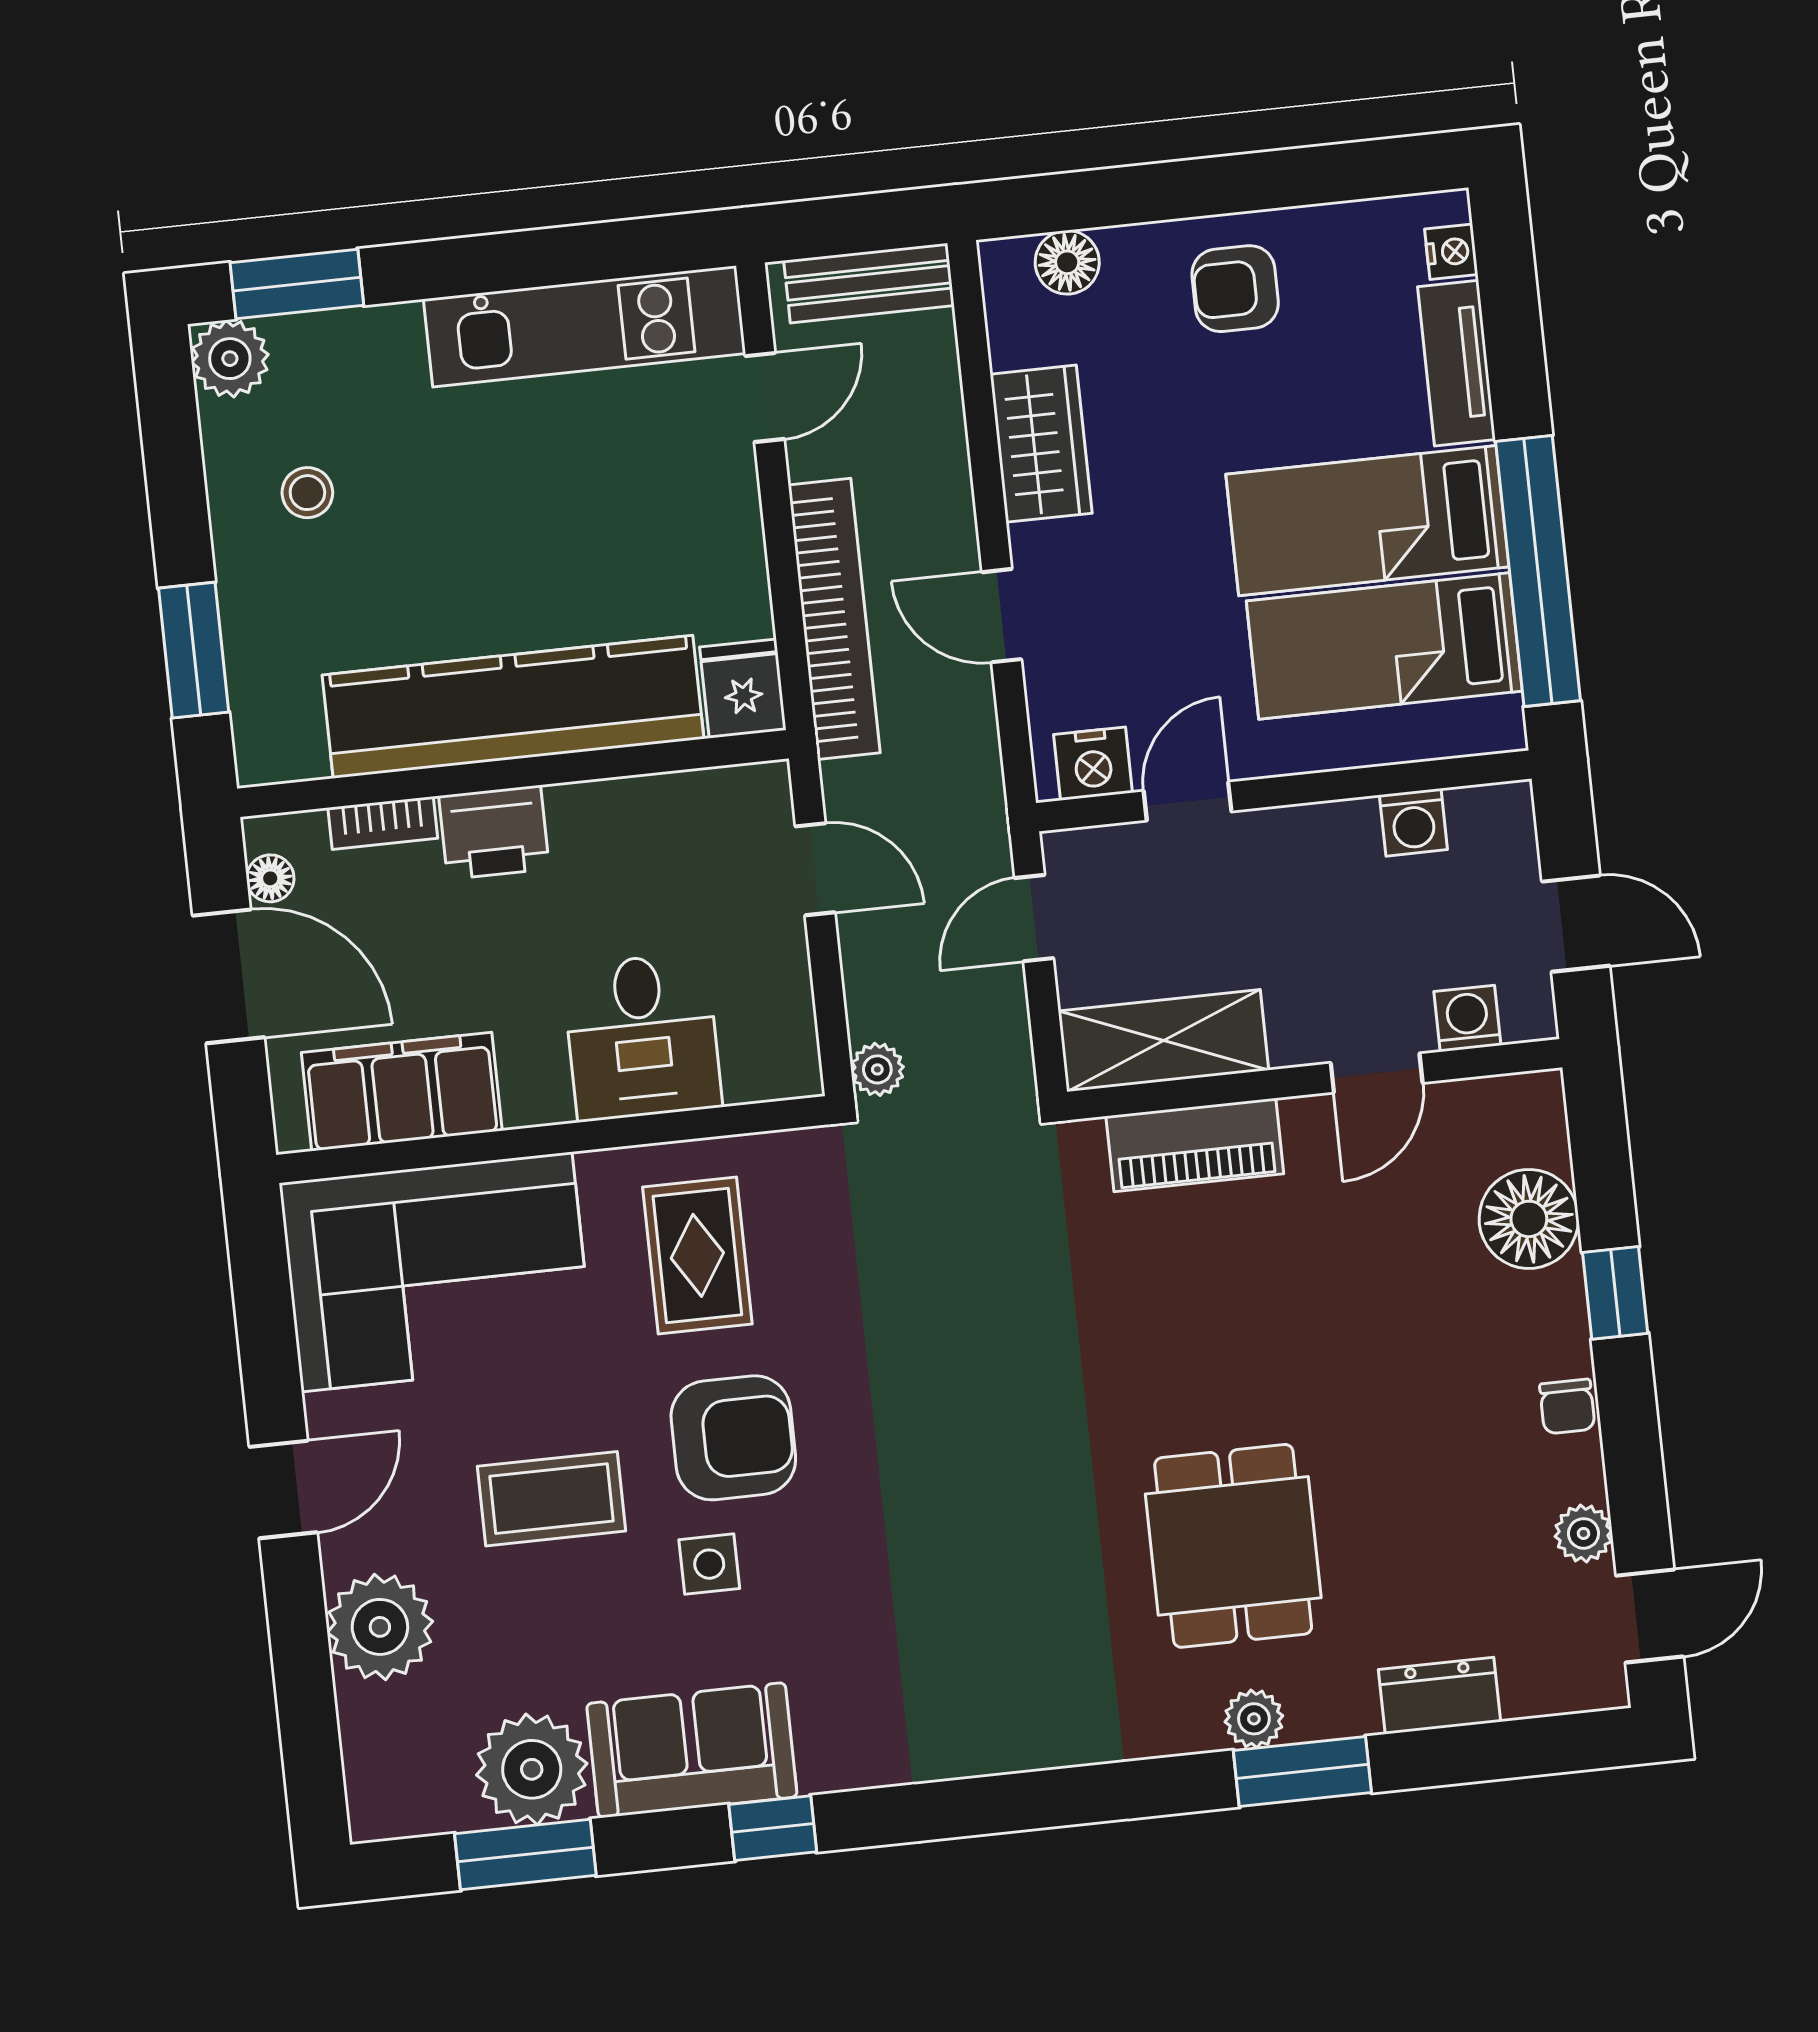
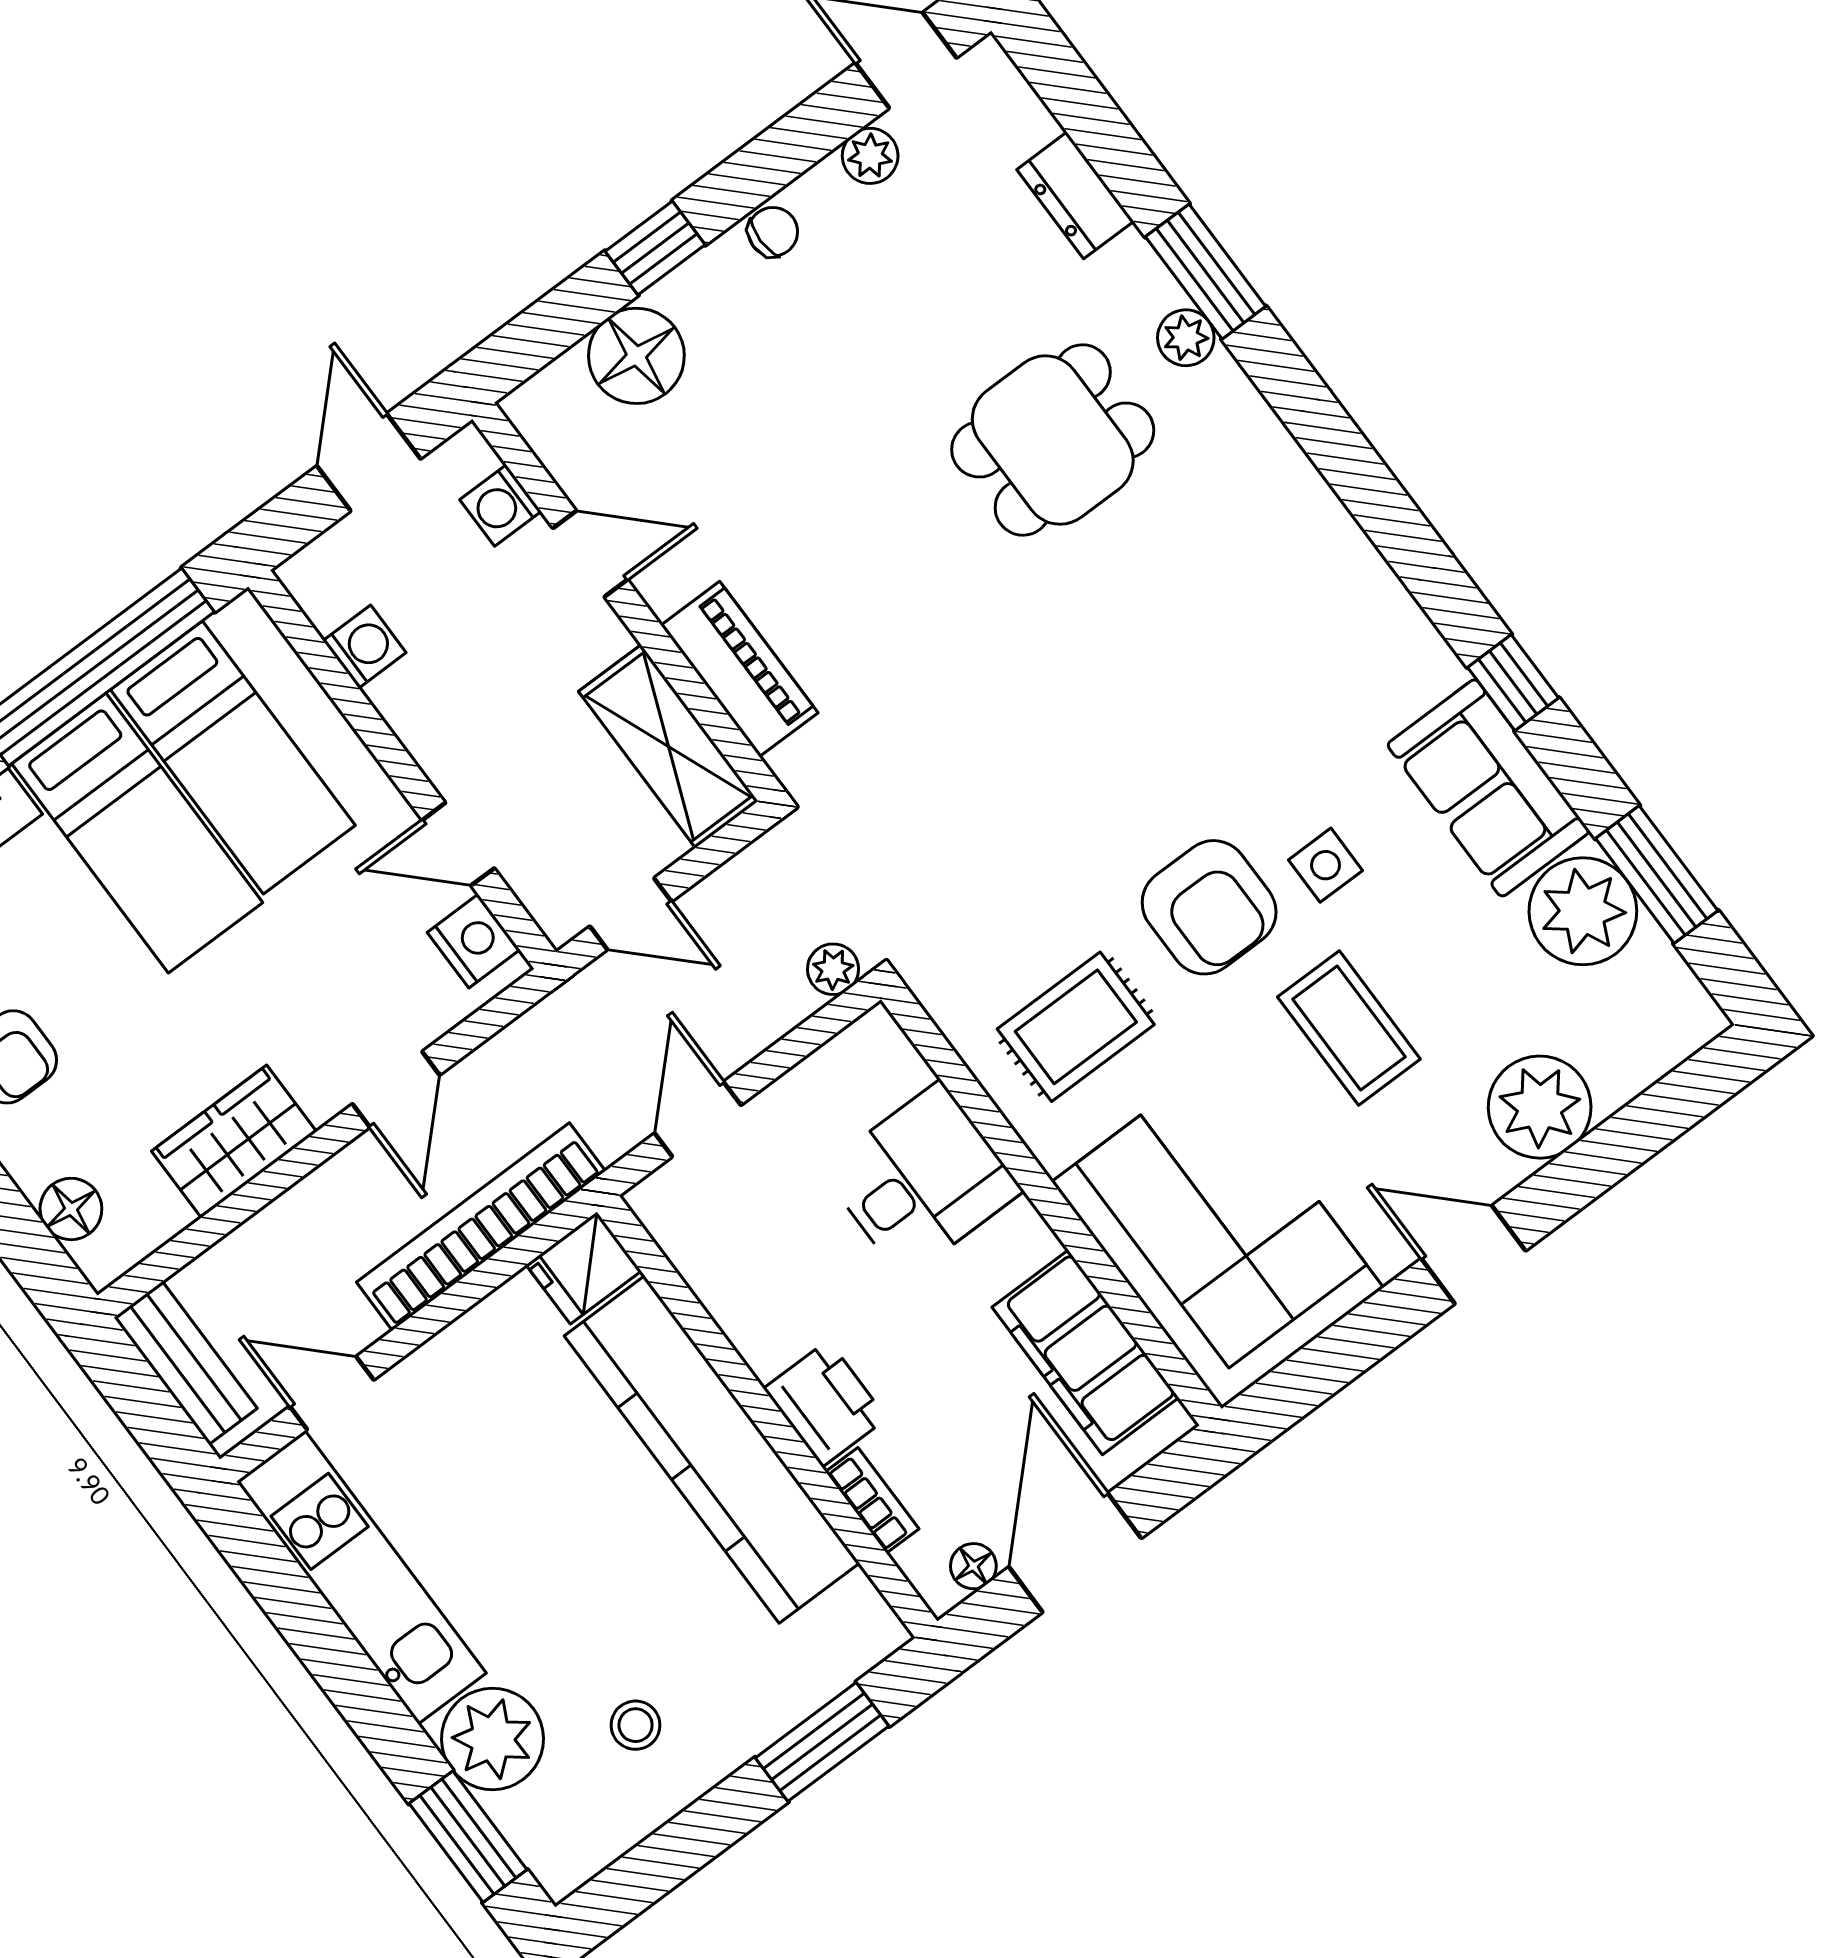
plant: (230, 359) -> (492, 1739), moved, width x1.36, depth x1.36
armchair: (733, 1438) -> (1209, 907), turned 180

